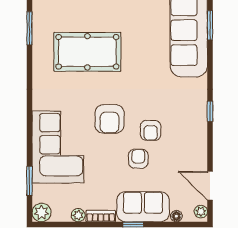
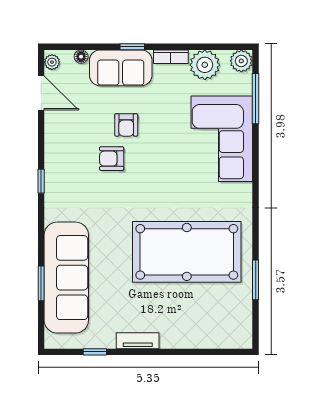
pool table: (87, 52) -> (187, 252), width x1.36, depth x1.32
armchair: (110, 119) -> (160, 172), removed
armchair: (151, 130) -> (112, 159), turned -90
window: (29, 181) -> (256, 99), width x1.44
plant: (78, 215) -> (205, 65), width x1.87, depth x1.87

